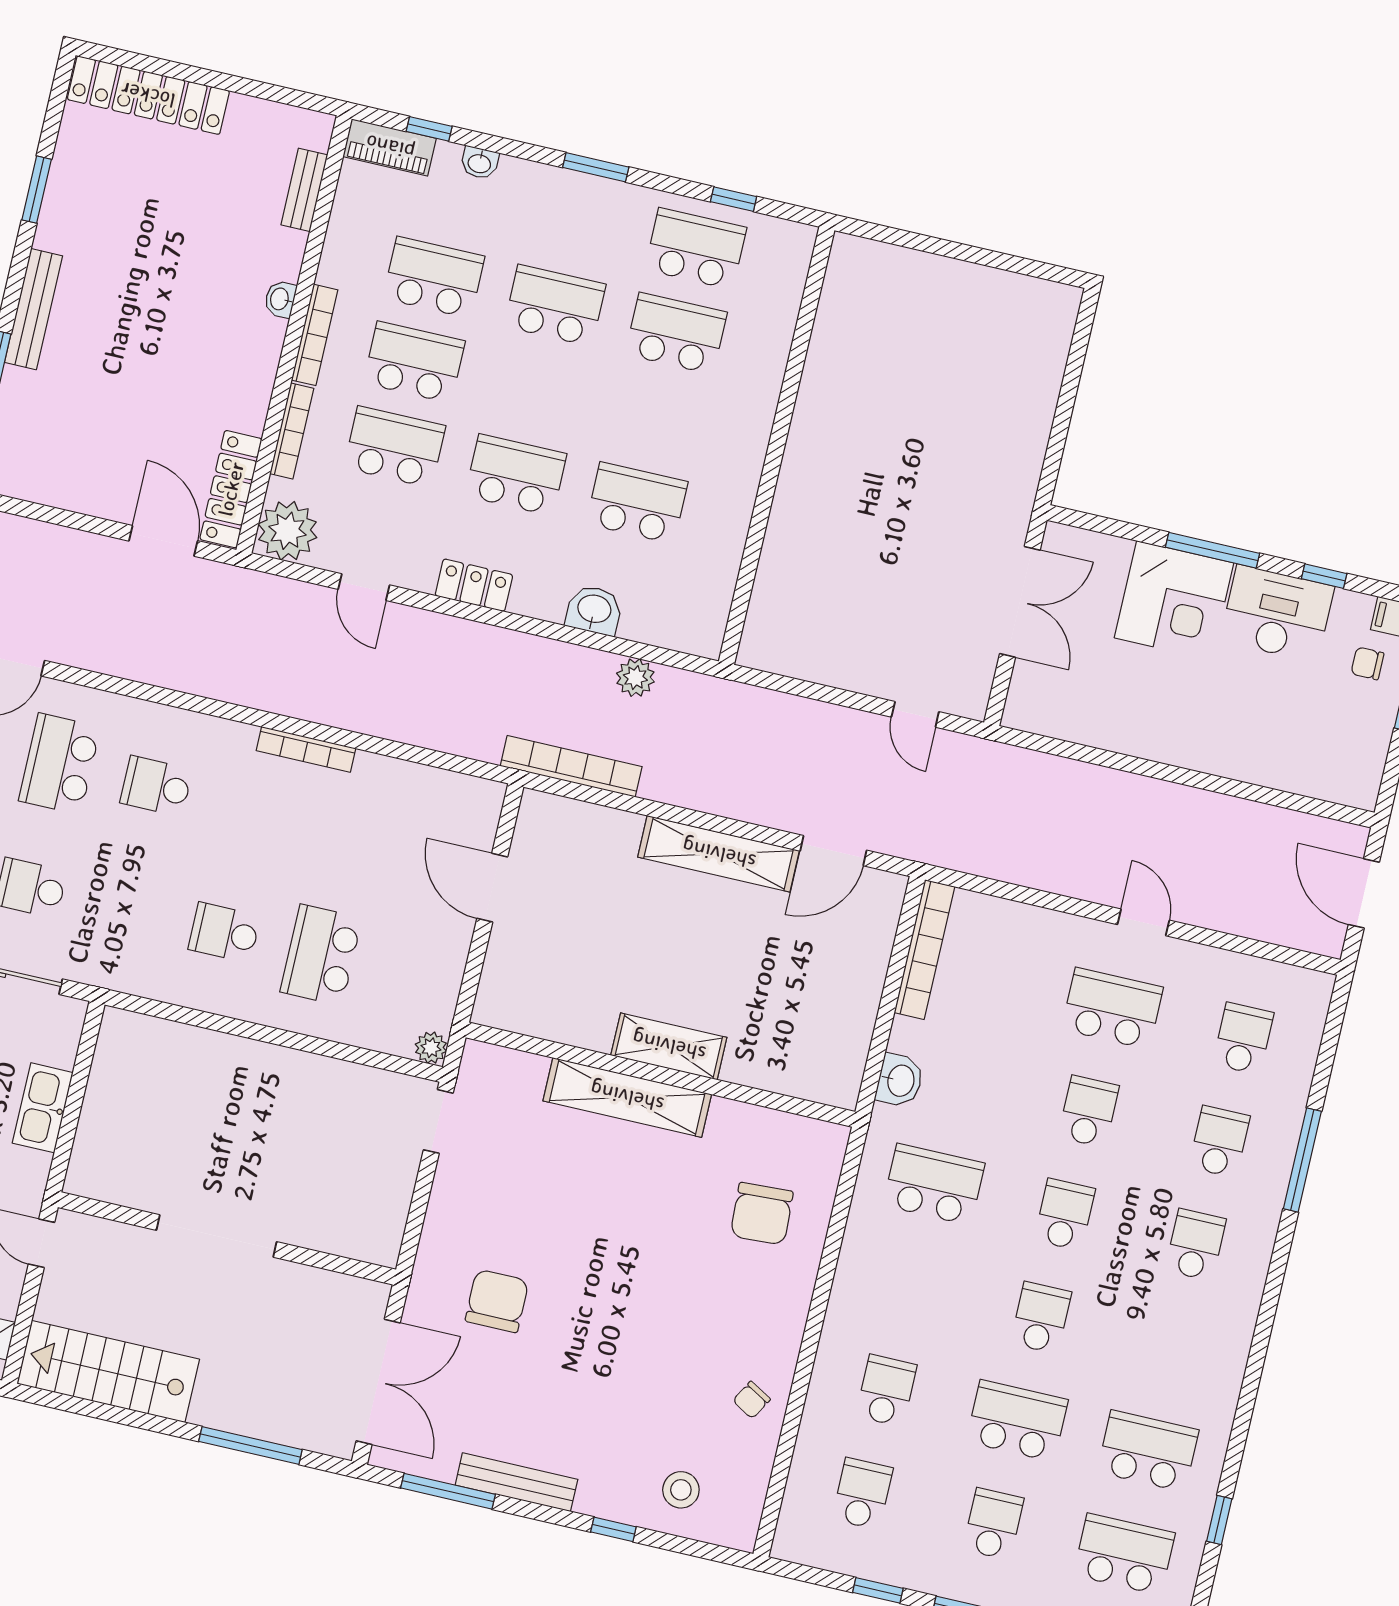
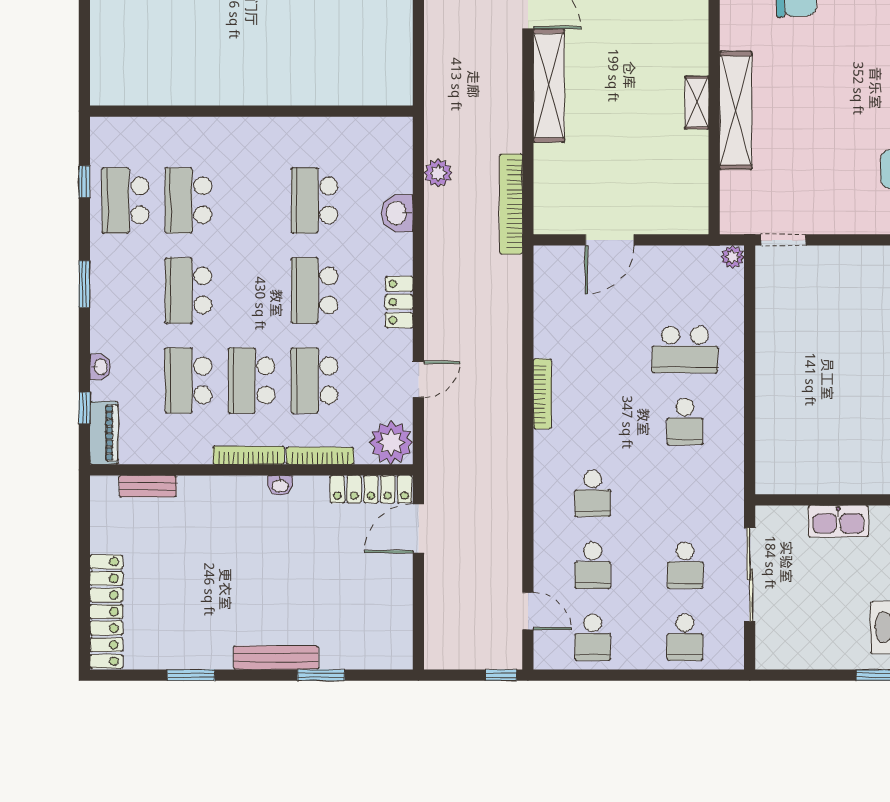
washbasin: (280, 299) -> (280, 485), moved
school desk: (60, 764) -> (593, 565), width x0.54
shelving: (669, 1046) -> (697, 103), width x0.67, depth x0.75

